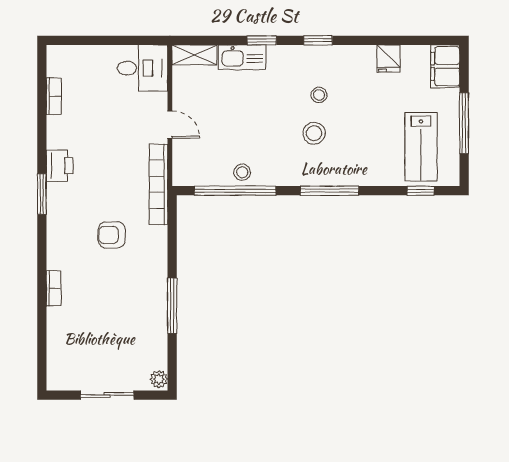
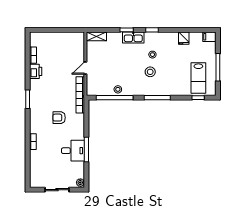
kitchen sink: (242, 57) -> (133, 38), moved
filing cabinet: (445, 66) -> (209, 37), width x0.50
desk: (143, 68) -> (73, 151), moved
door: (170, 125) -> (85, 68), swing flipped
printer: (60, 166) -> (36, 71), moved

